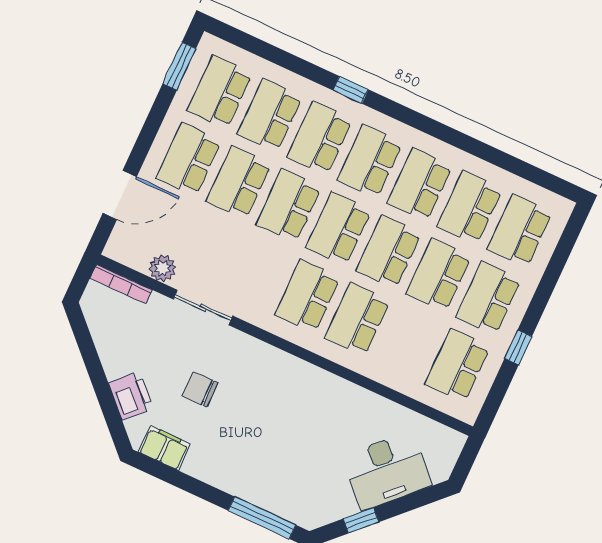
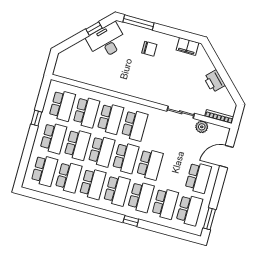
school desk: (239, 182) -> (86, 112), moved
chair: (200, 389) -> (149, 49), moved
printer: (131, 396) -> (214, 81), moved
desk: (387, 471) -> (107, 41), moved

